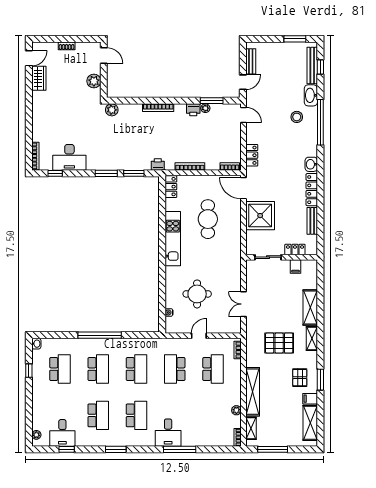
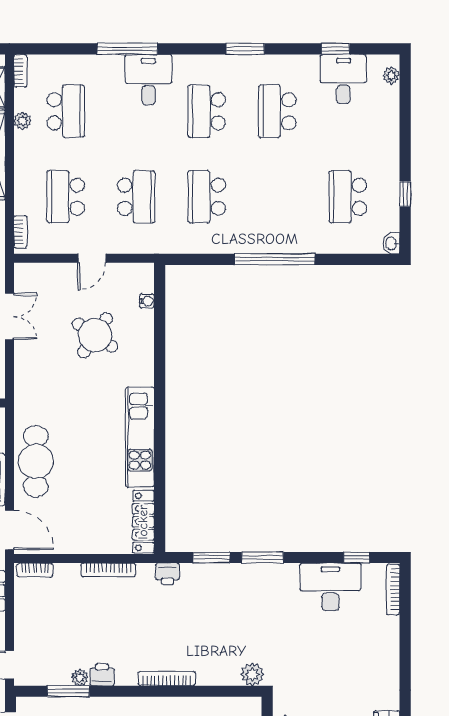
locker: (171, 187) -> (143, 522), width x1.53
cafe table: (208, 219) -> (36, 461), moved
round table: (197, 294) -> (95, 335), turned 34
school desk: (98, 369) -> (66, 111), moved, turned 180

